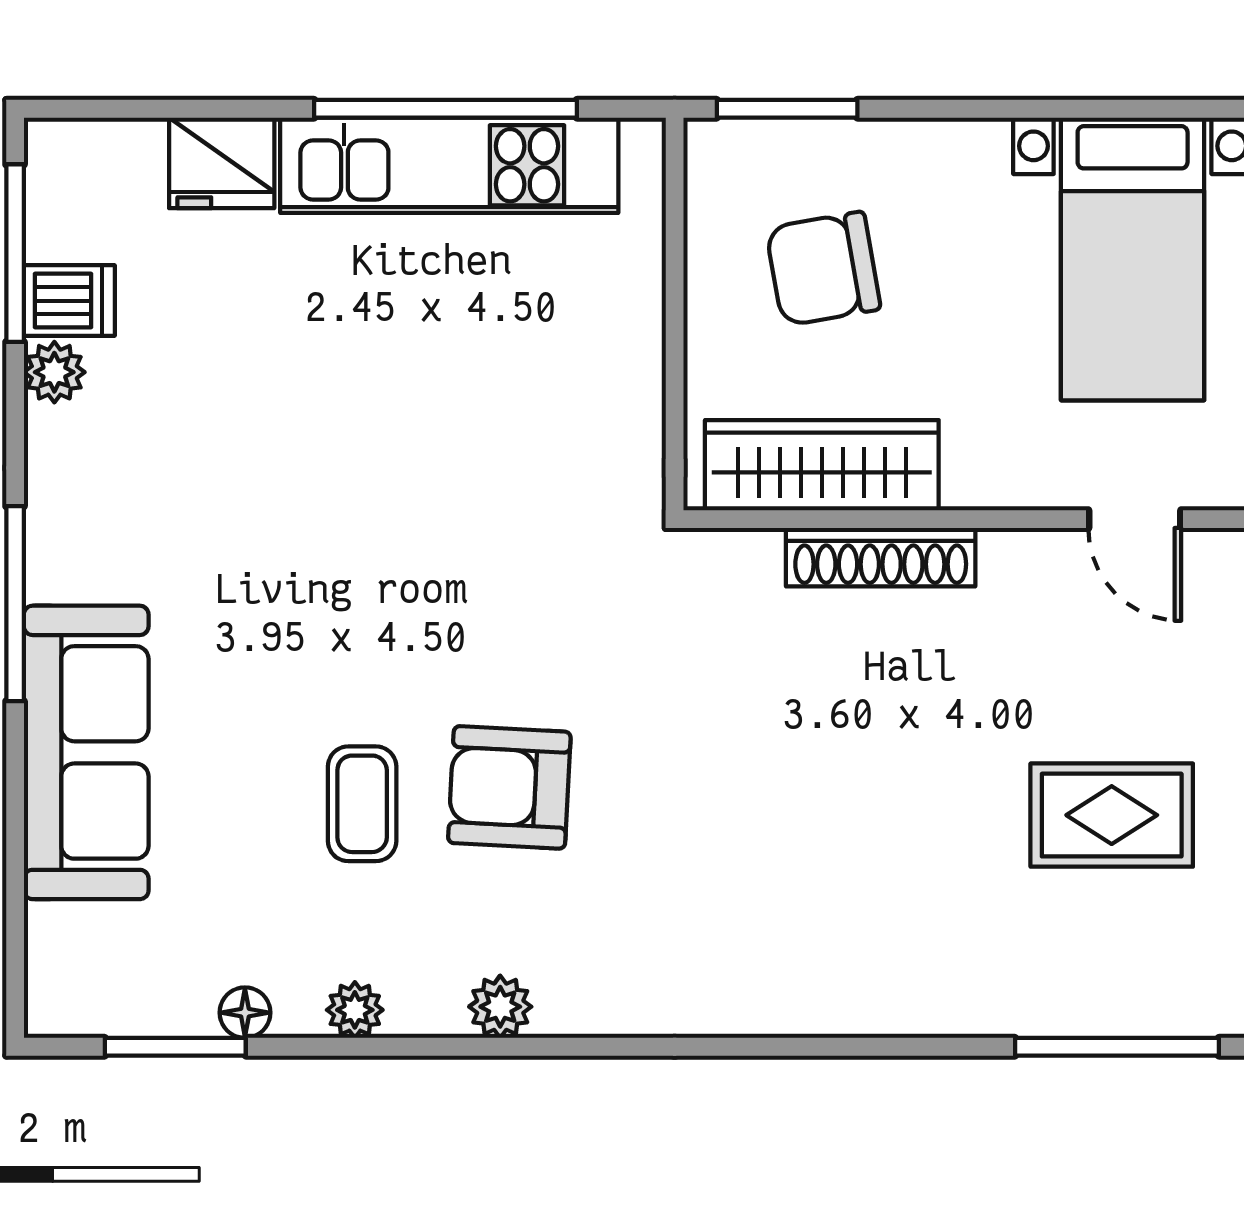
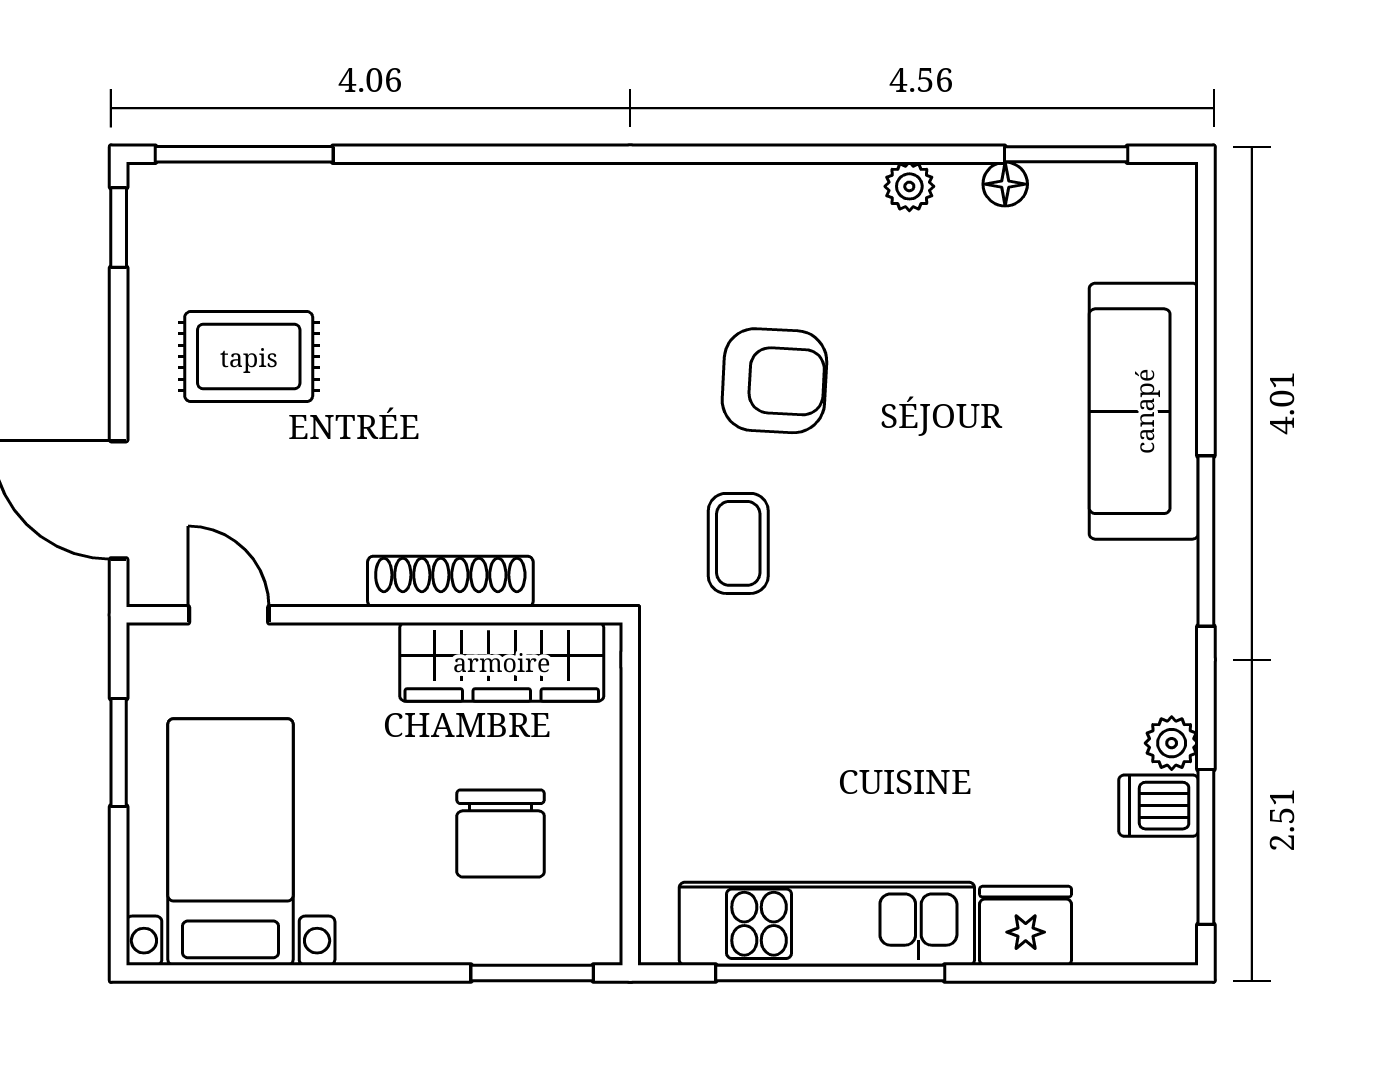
chair: (823, 269) -> (501, 833), turned 100
coffee table: (362, 804) -> (738, 543), moved
plant: (500, 1007) -> (782, 189), removed

